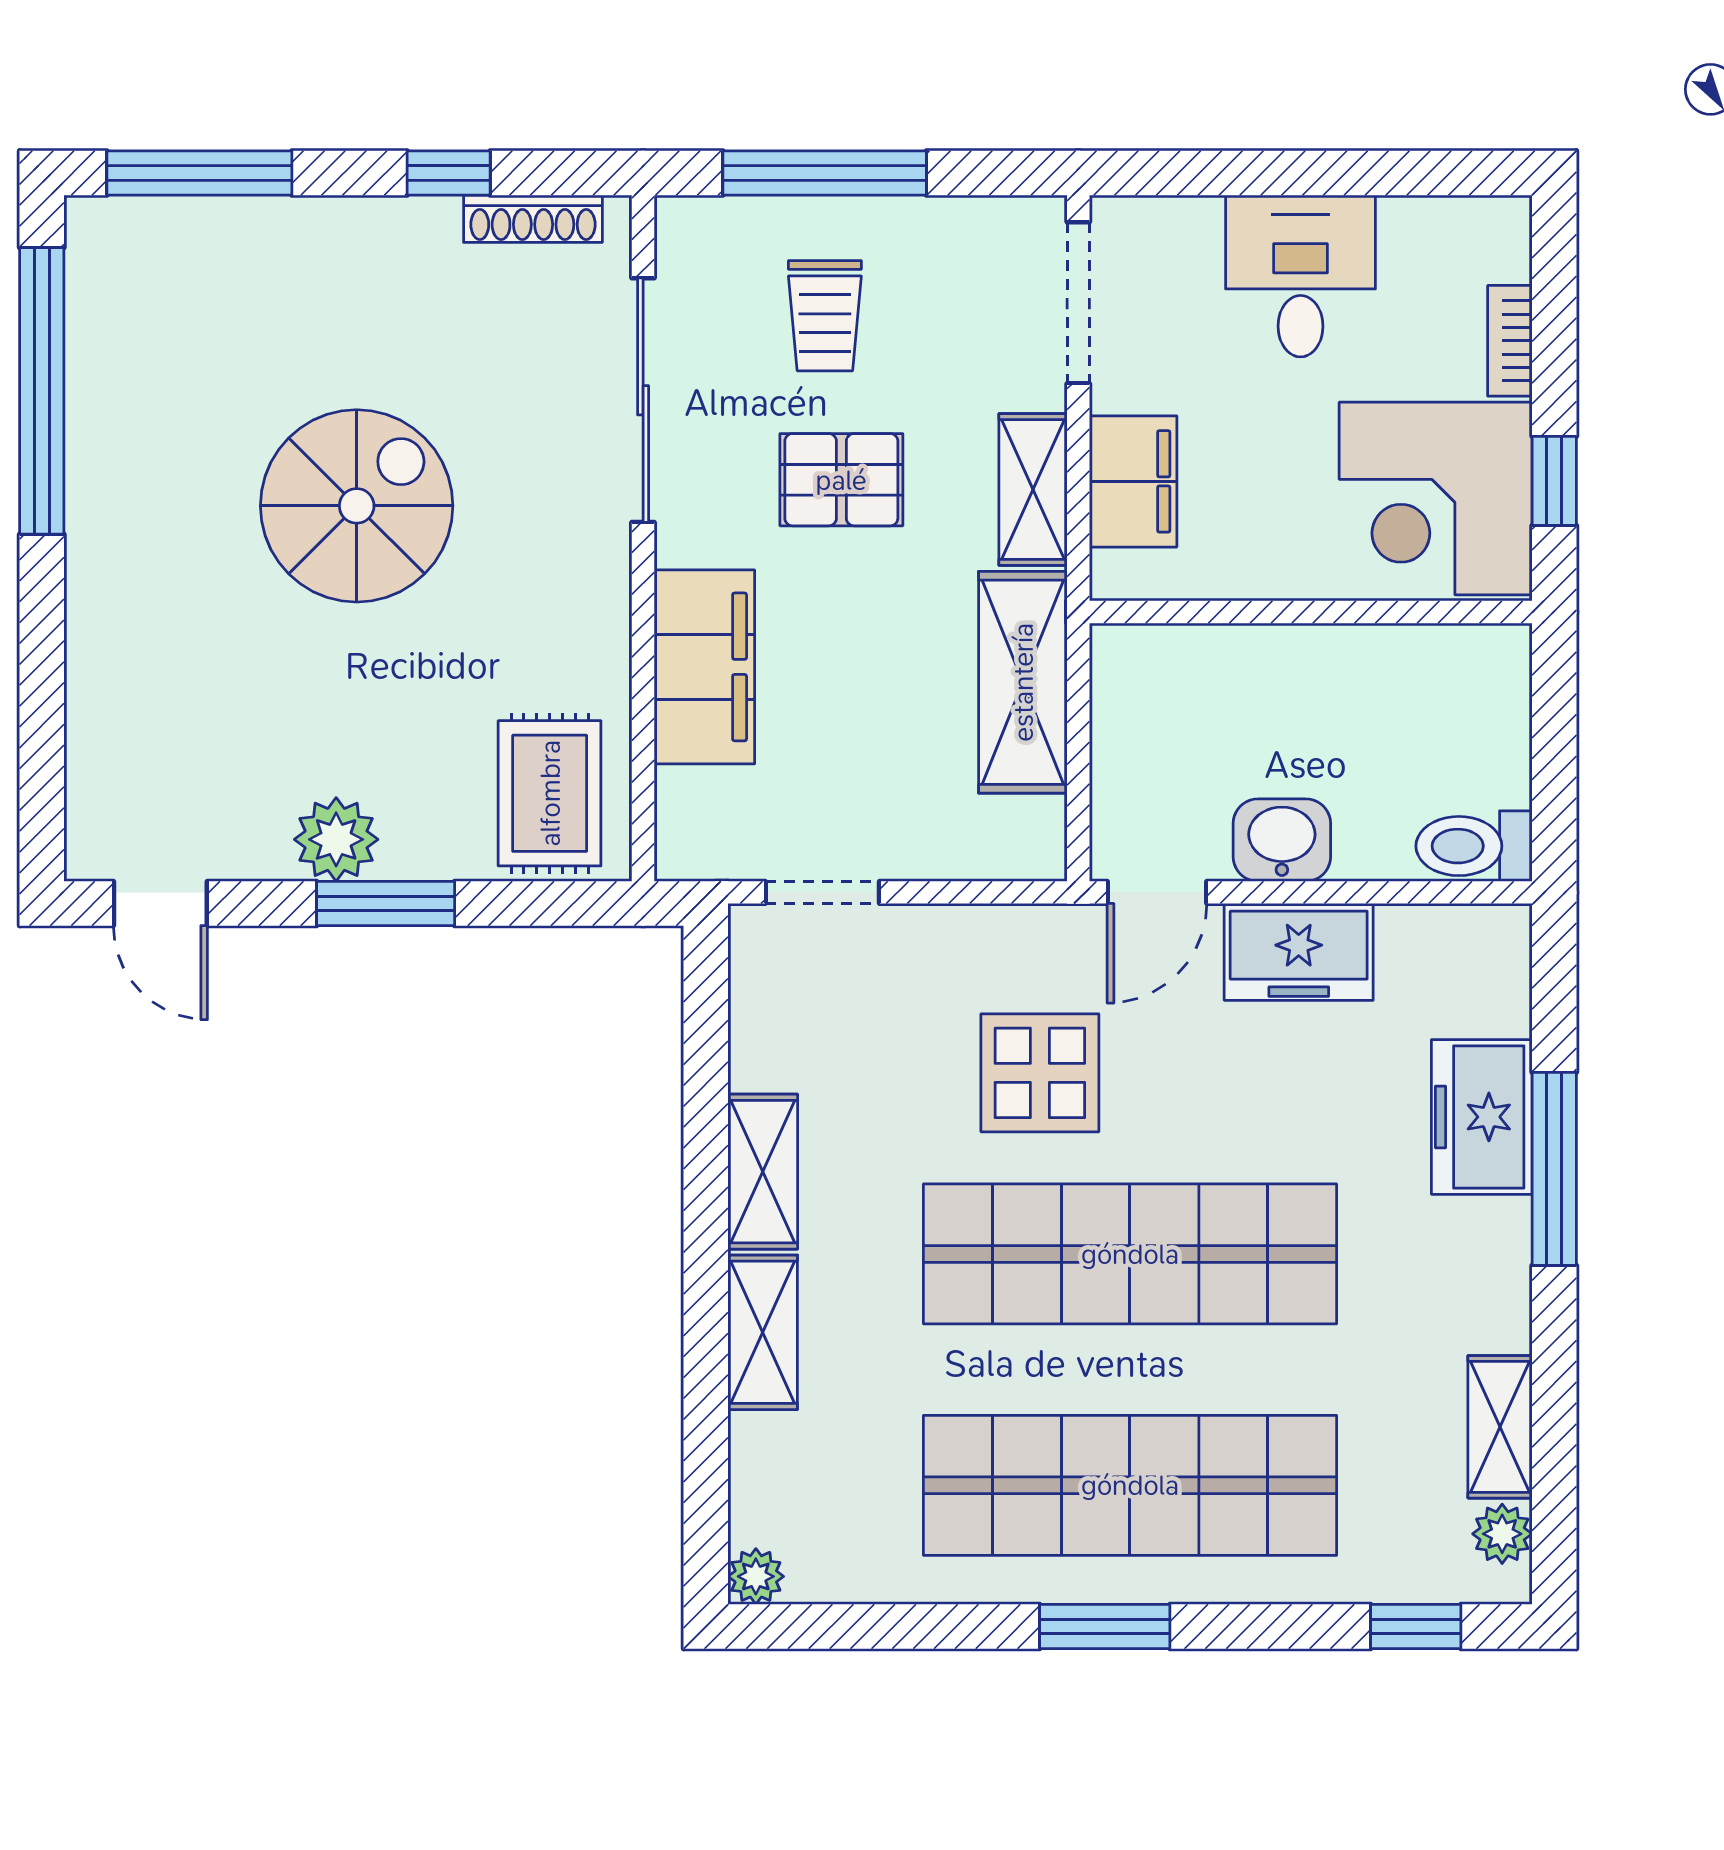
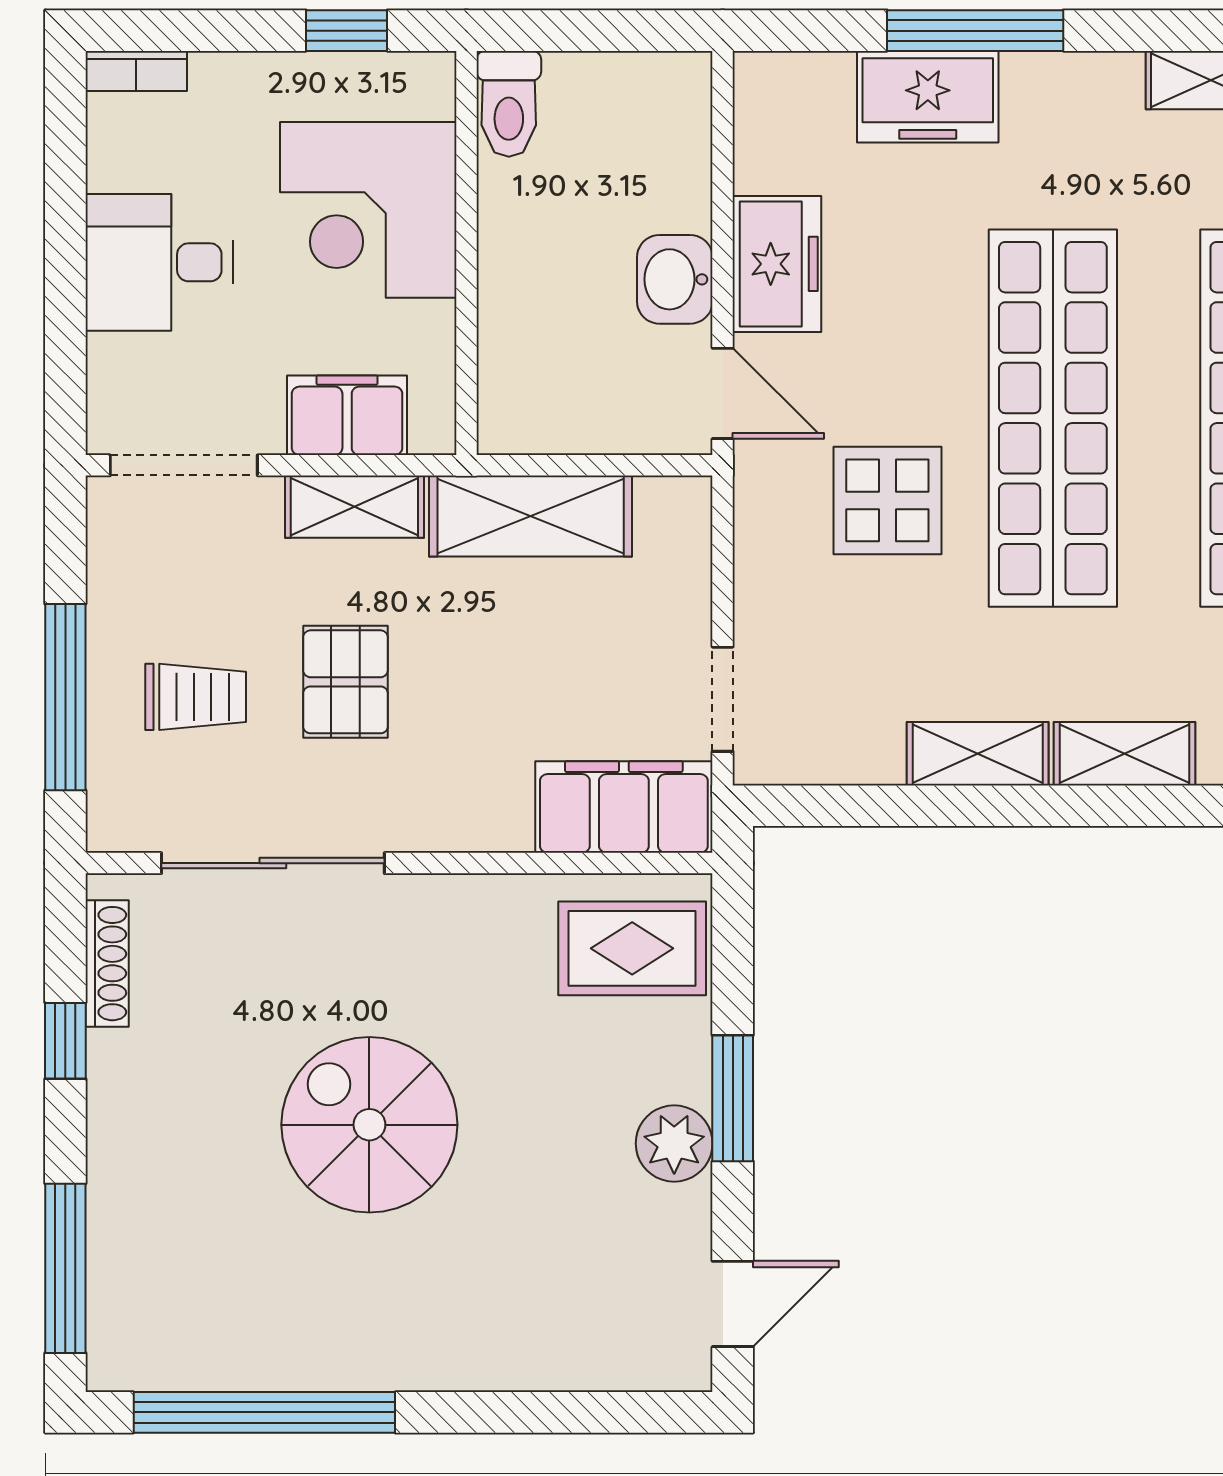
bookcase: (1510, 341) -> (136, 71), moved
corner desk: (1436, 499) -> (368, 210), moved, turned 90
filing cabinet: (704, 667) -> (624, 807), moved
toilet: (1474, 846) -> (509, 104), moved

